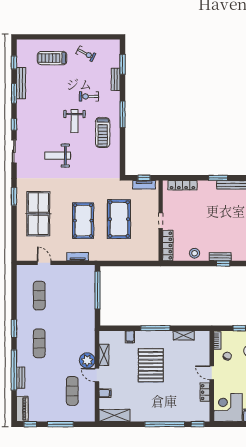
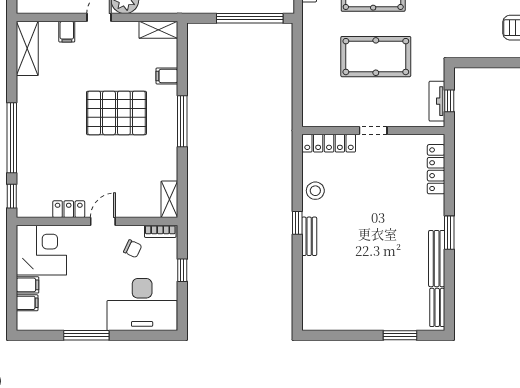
window: (223, 263) -> (297, 223), moved
shelving: (184, 335) -> (169, 199), moved
shelving: (104, 355) -> (158, 30), moved

